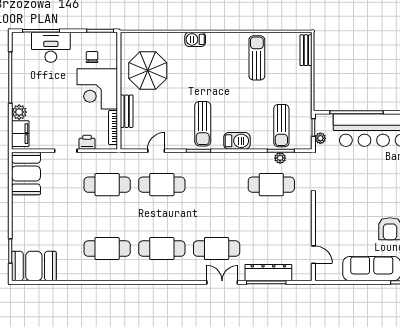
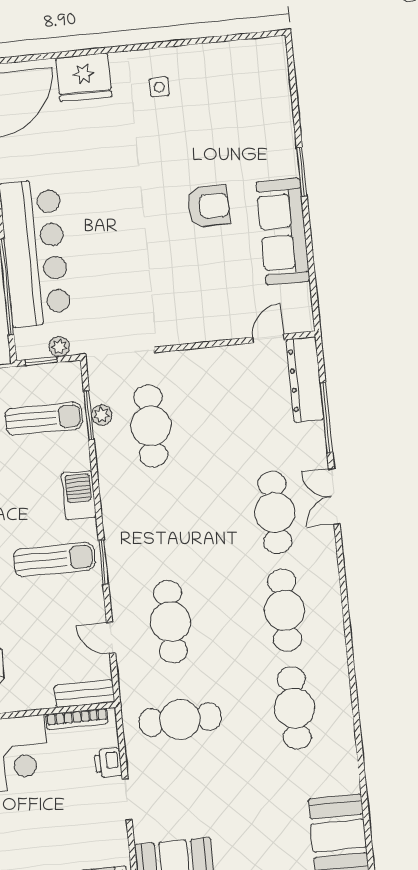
bench: (127, 111) -> (84, 694), moved
cafe table: (107, 185) -> (180, 719), turned 90
dresser: (268, 273) -> (305, 380), moved

